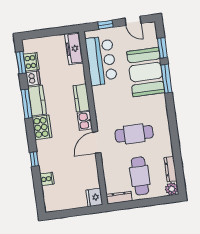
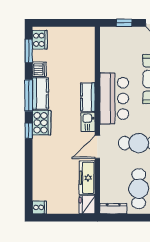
freezer: (74, 48) -> (87, 178), moved
bar counter: (101, 61) -> (114, 98), moved
cooker: (31, 62) -> (40, 40), moved
window: (34, 159) -> (29, 131), moved
cooker: (47, 179) -> (39, 207), moved

